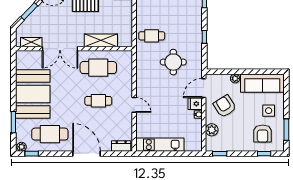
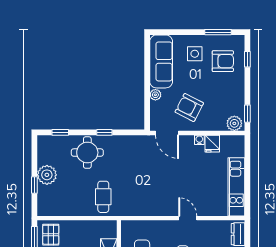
round table: (173, 62) -> (87, 153), moved
fridge: (195, 104) -> (212, 144), moved
door: (134, 105) -> (188, 218), hinge flipped
armchair: (225, 106) -> (189, 107), turned 59
plant: (212, 130) -> (234, 123), moved

